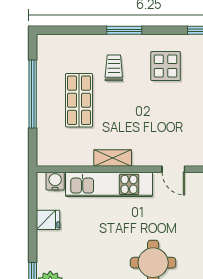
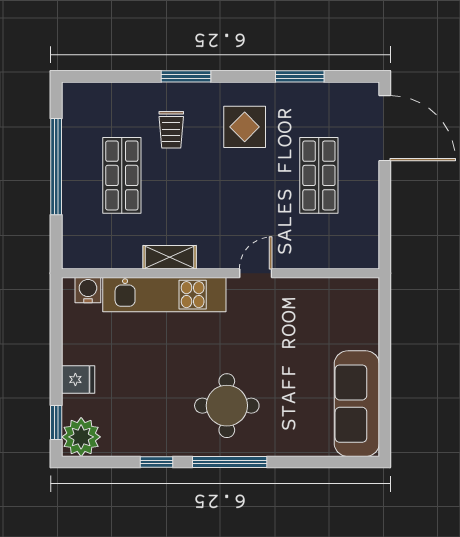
trolley: (114, 68) -> (171, 130), turned 180
door: (173, 169) -> (256, 273), swing flipped
fridge: (48, 220) -> (78, 379), moved

